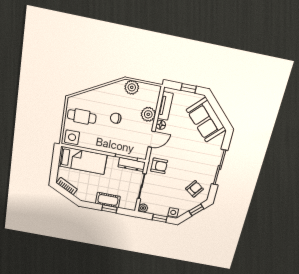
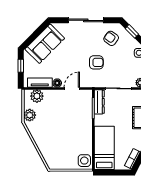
plant: (148, 114) -> (37, 96), moved
cafe table: (82, 116) -> (64, 155), removed
chair: (116, 118) -> (59, 124), removed
door: (152, 139) -> (72, 88), hinge flipped
armchair: (159, 166) -> (96, 62), moved, turned 90

